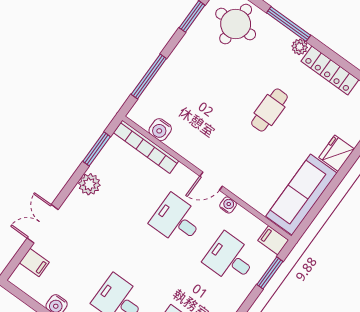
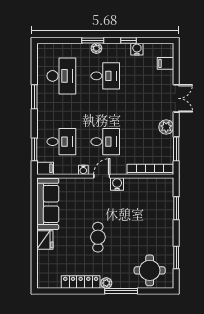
window: (149, 76) -> (176, 208), width x0.69
water cooler: (160, 130) -> (117, 184), moved
double door: (43, 224) -> (176, 98), moved

